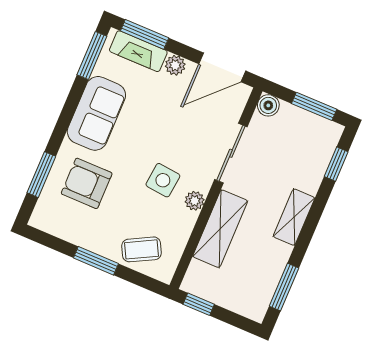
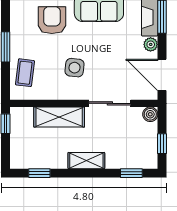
window: (314, 106) -> (162, 144), width x0.67
plant: (195, 201) -> (70, 93), removed
coffee table: (142, 249) -> (25, 73), turned 35
window: (284, 287) -> (39, 173), width x0.67

